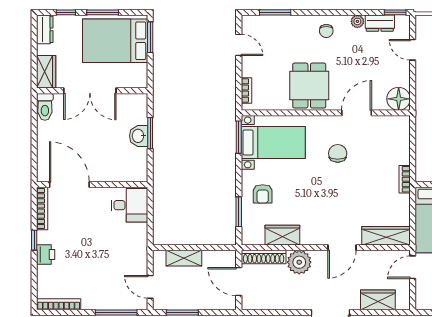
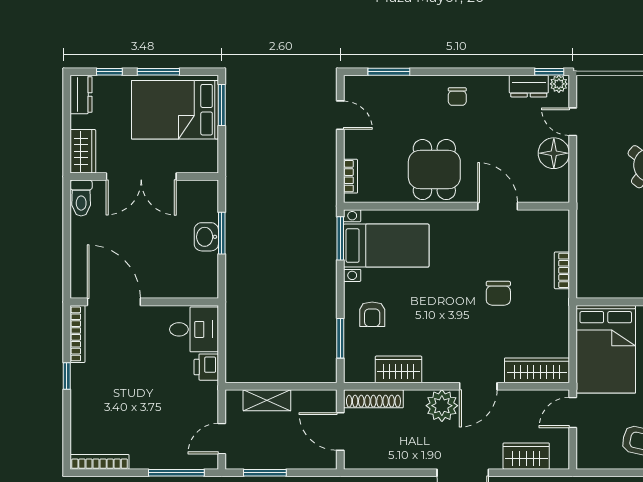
plant: (357, 21) -> (559, 84), moved
floor lamp: (399, 99) -> (554, 153), moved
door: (357, 113) -> (498, 206), hinge flipped
chair: (338, 153) -> (498, 293), moved, turned 180
bookcase: (405, 179) -> (562, 270), moved
printer: (46, 254) -> (206, 367), moved, turned 180
plant: (299, 262) -> (442, 406), moved
door: (150, 287) -> (222, 439), hinge flipped

